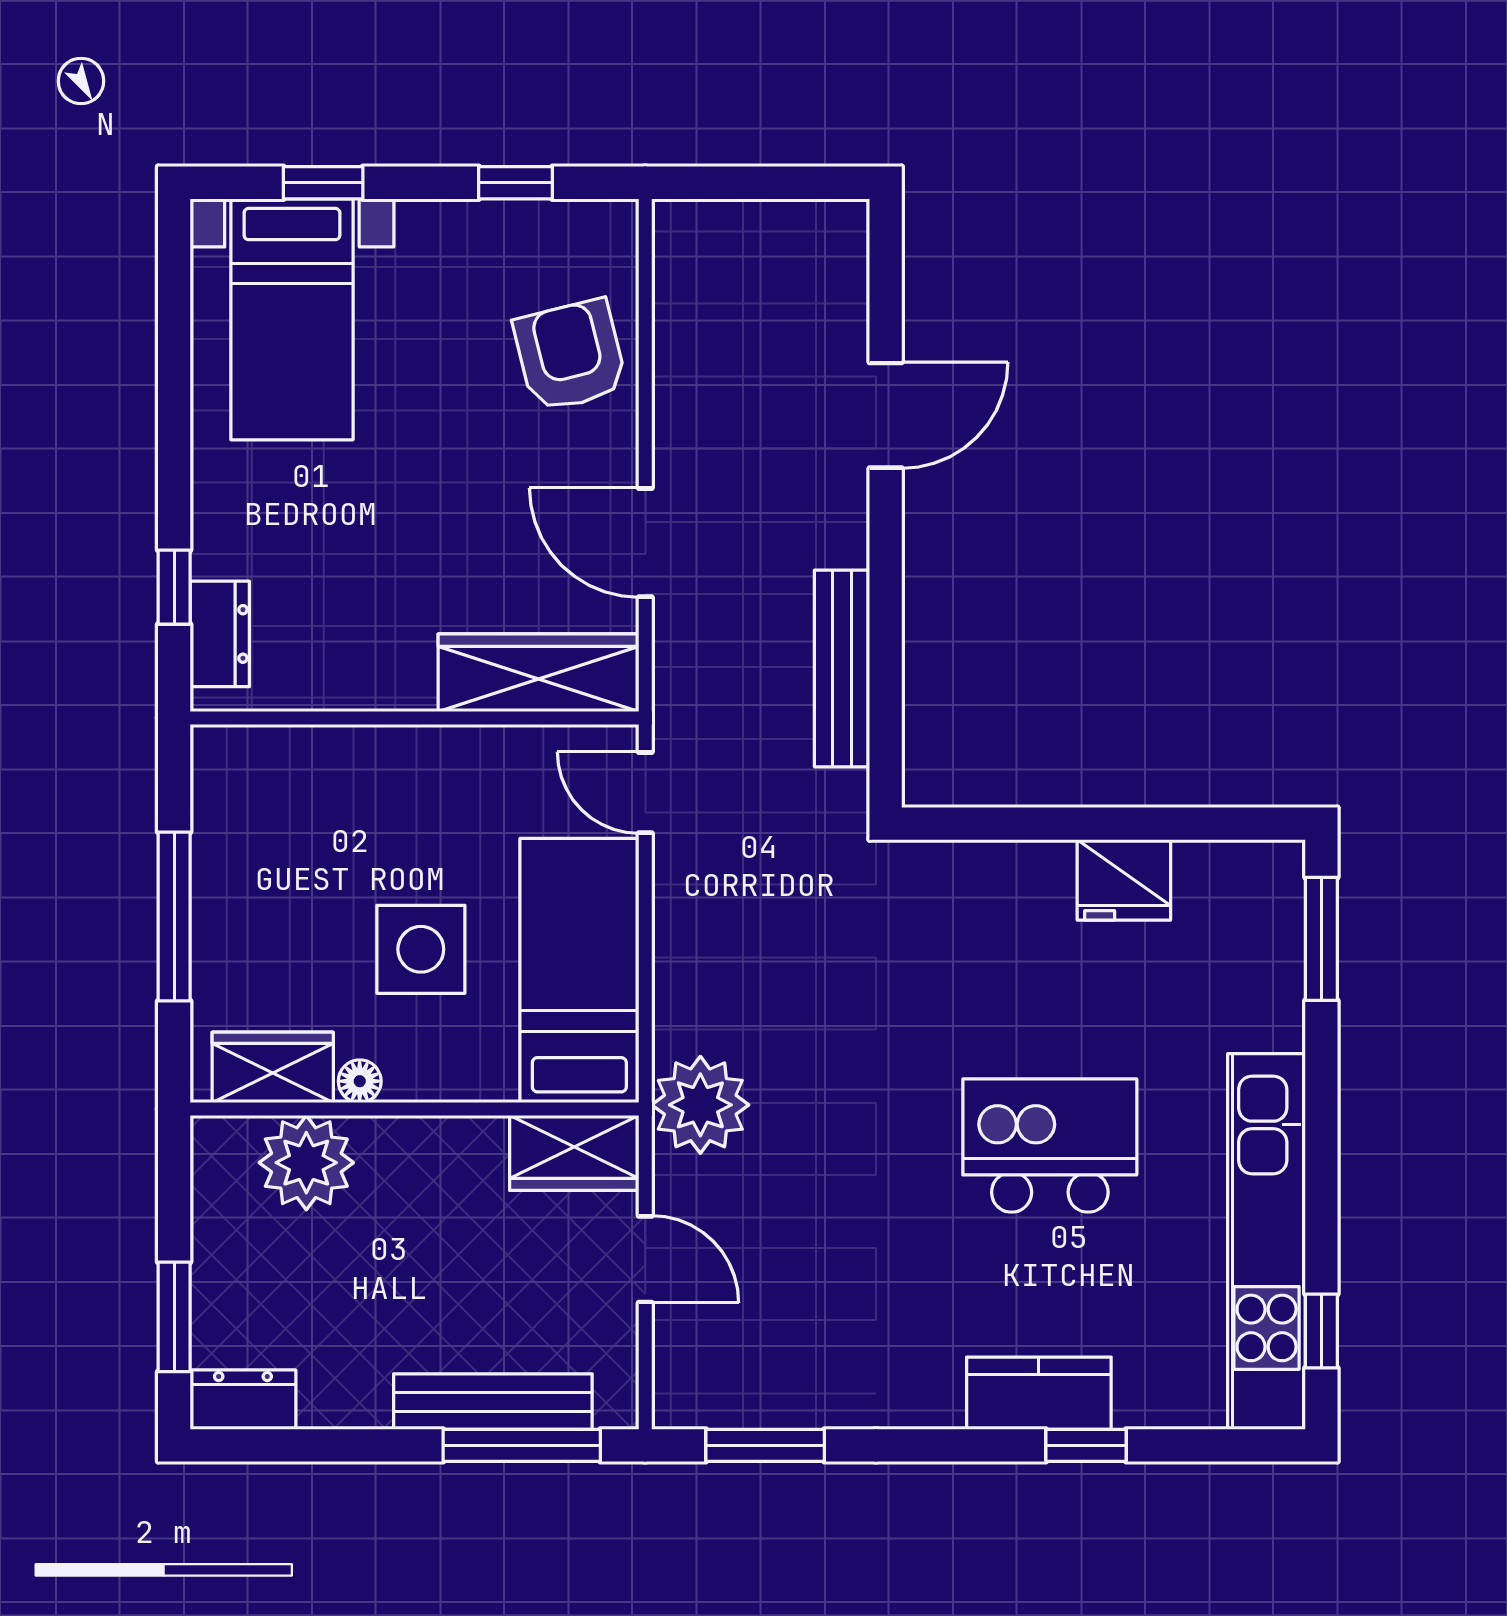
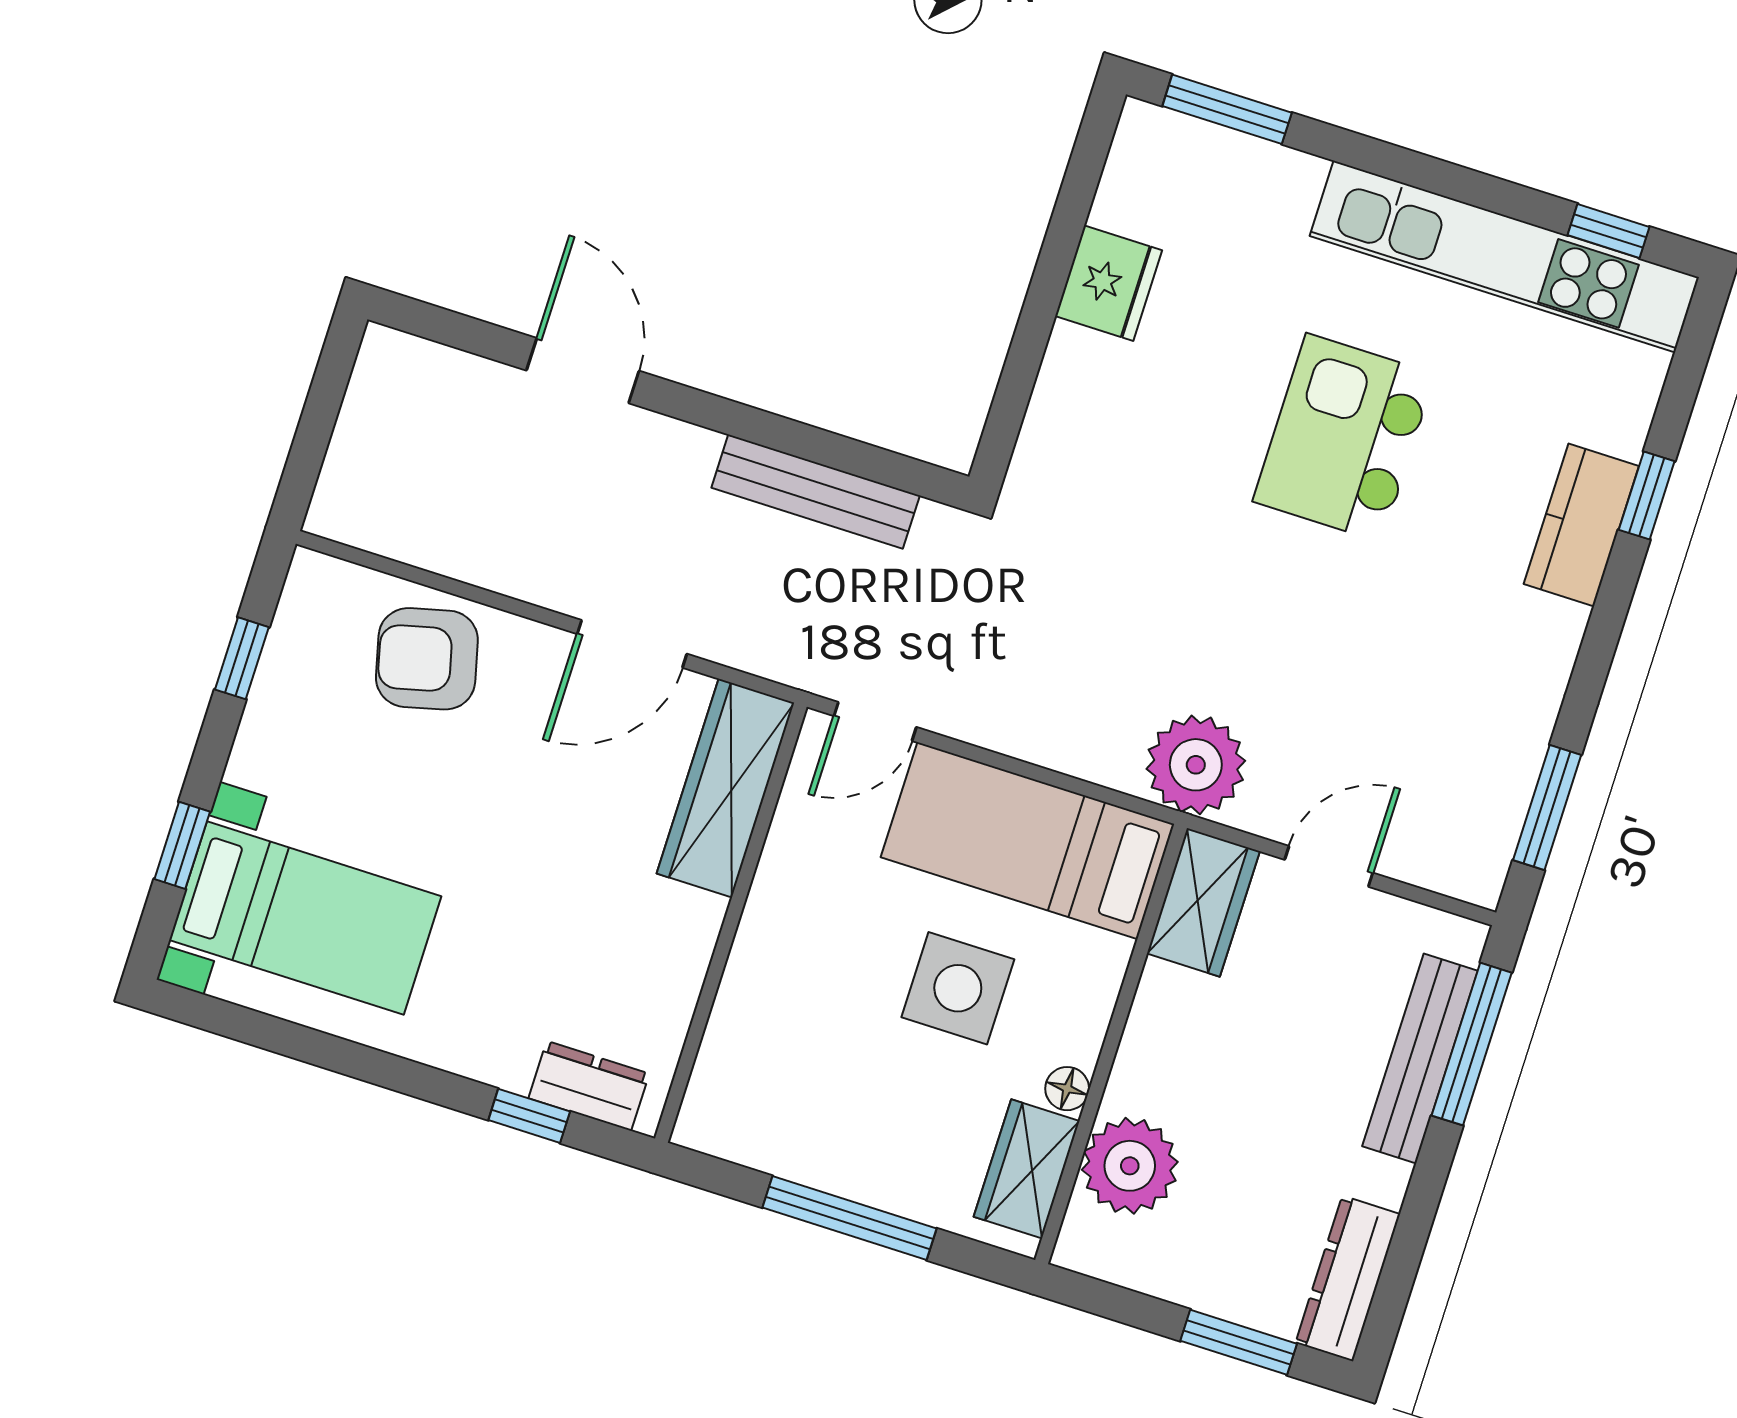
dresser: (243, 1400) -> (1348, 1278), width x1.44

